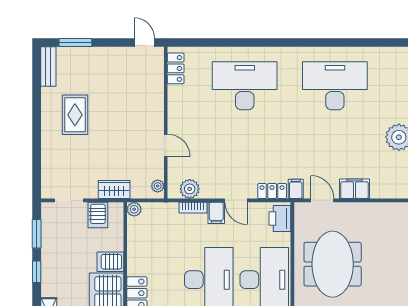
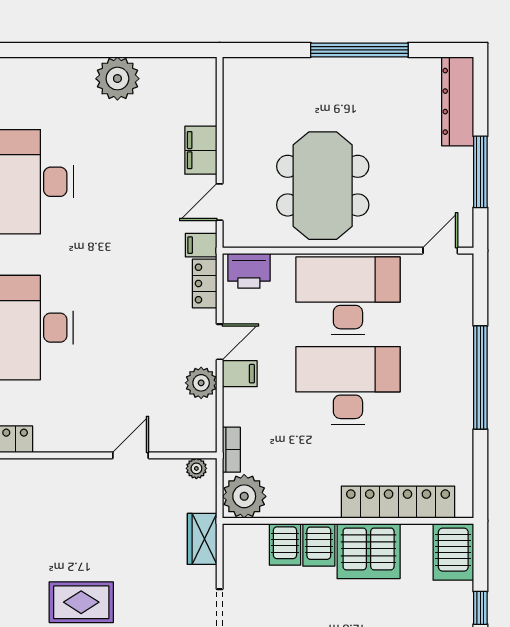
plant: (190, 189) -> (201, 383), moved
bookcase: (193, 208) -> (231, 450), moved
plant: (134, 209) -> (244, 496), width x1.87, depth x1.87
server rack: (98, 215) -> (285, 544), moved, turned 90
meeting table: (333, 264) -> (323, 186), turned 90

